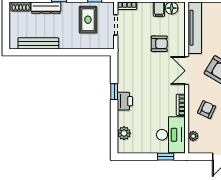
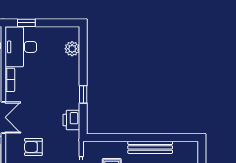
bench: (38, 43) -> (150, 147), moved
printer: (125, 101) -> (71, 120), moved

